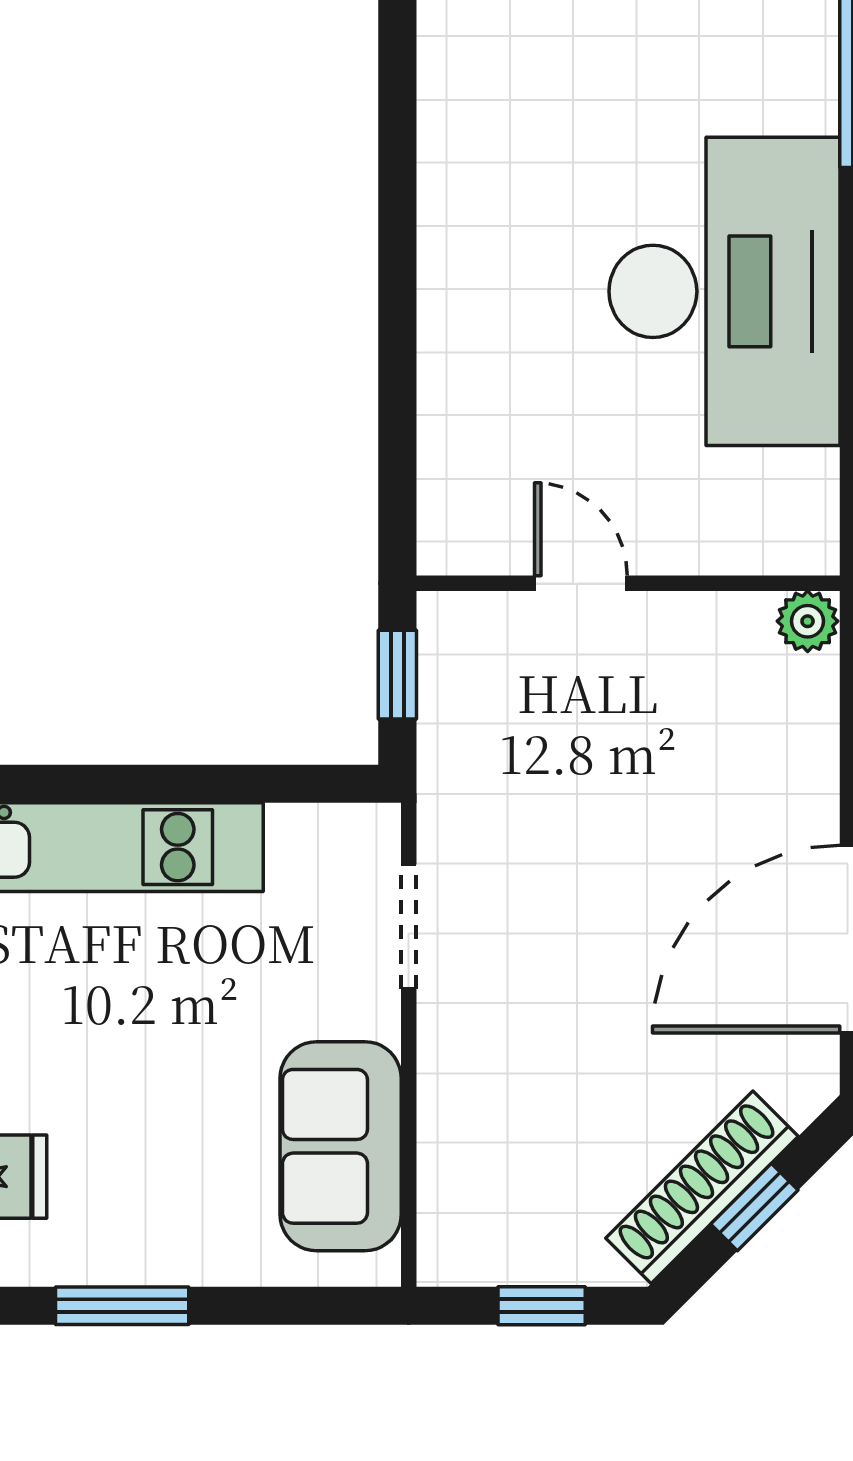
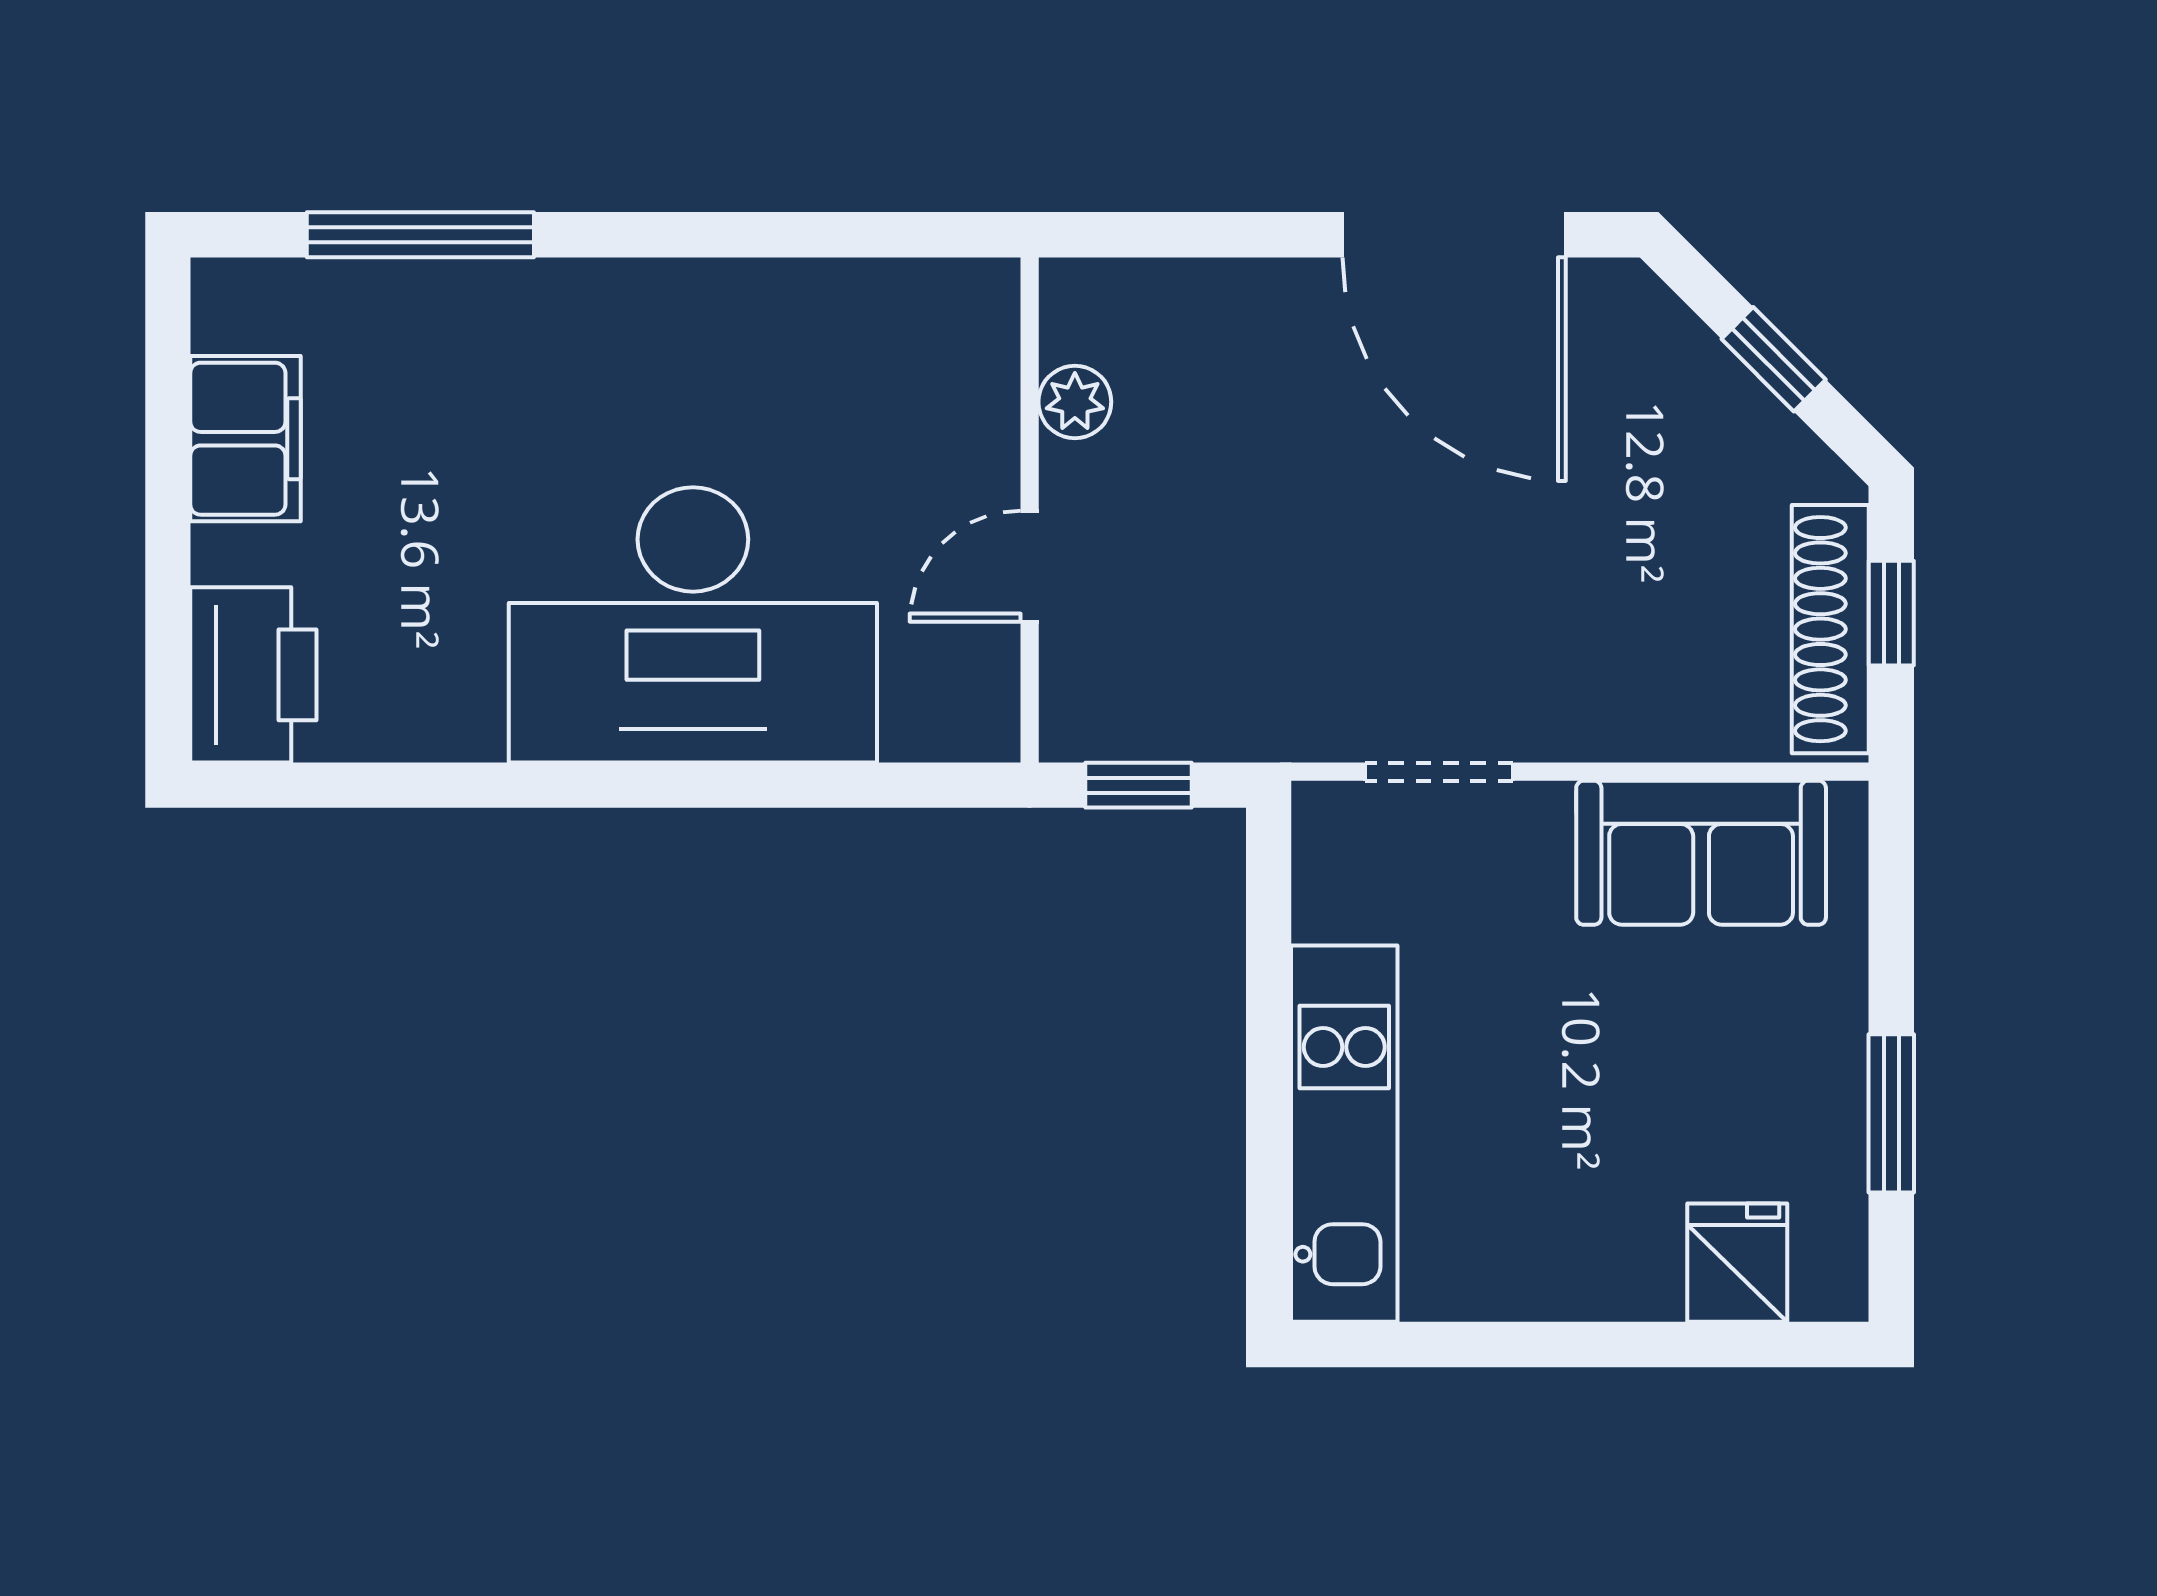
desk: (724, 291) -> (693, 625), moved, turned 180
plant: (808, 621) -> (1075, 402), moved
shoe rack: (702, 1187) -> (1830, 629), moved, turned 45

